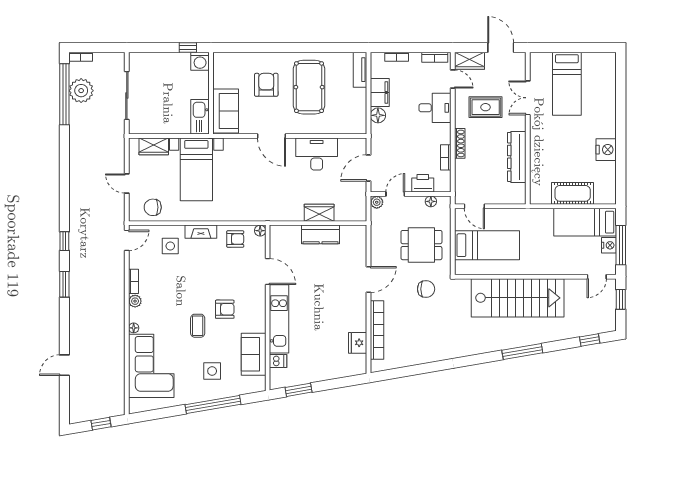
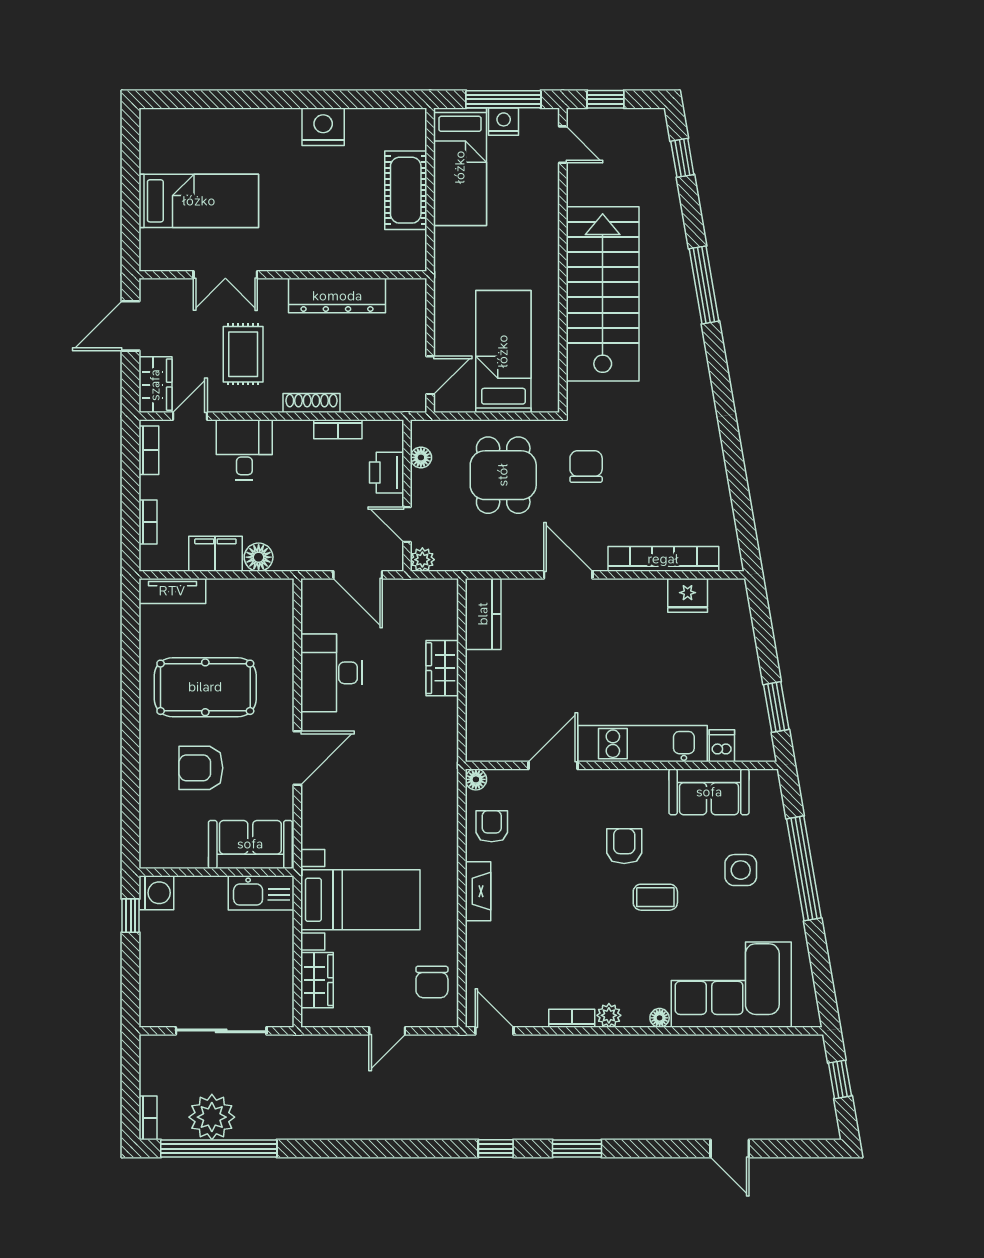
kitchen counter: (321, 234) -> (483, 614), moved
side table: (170, 246) -> (505, 949), removed

